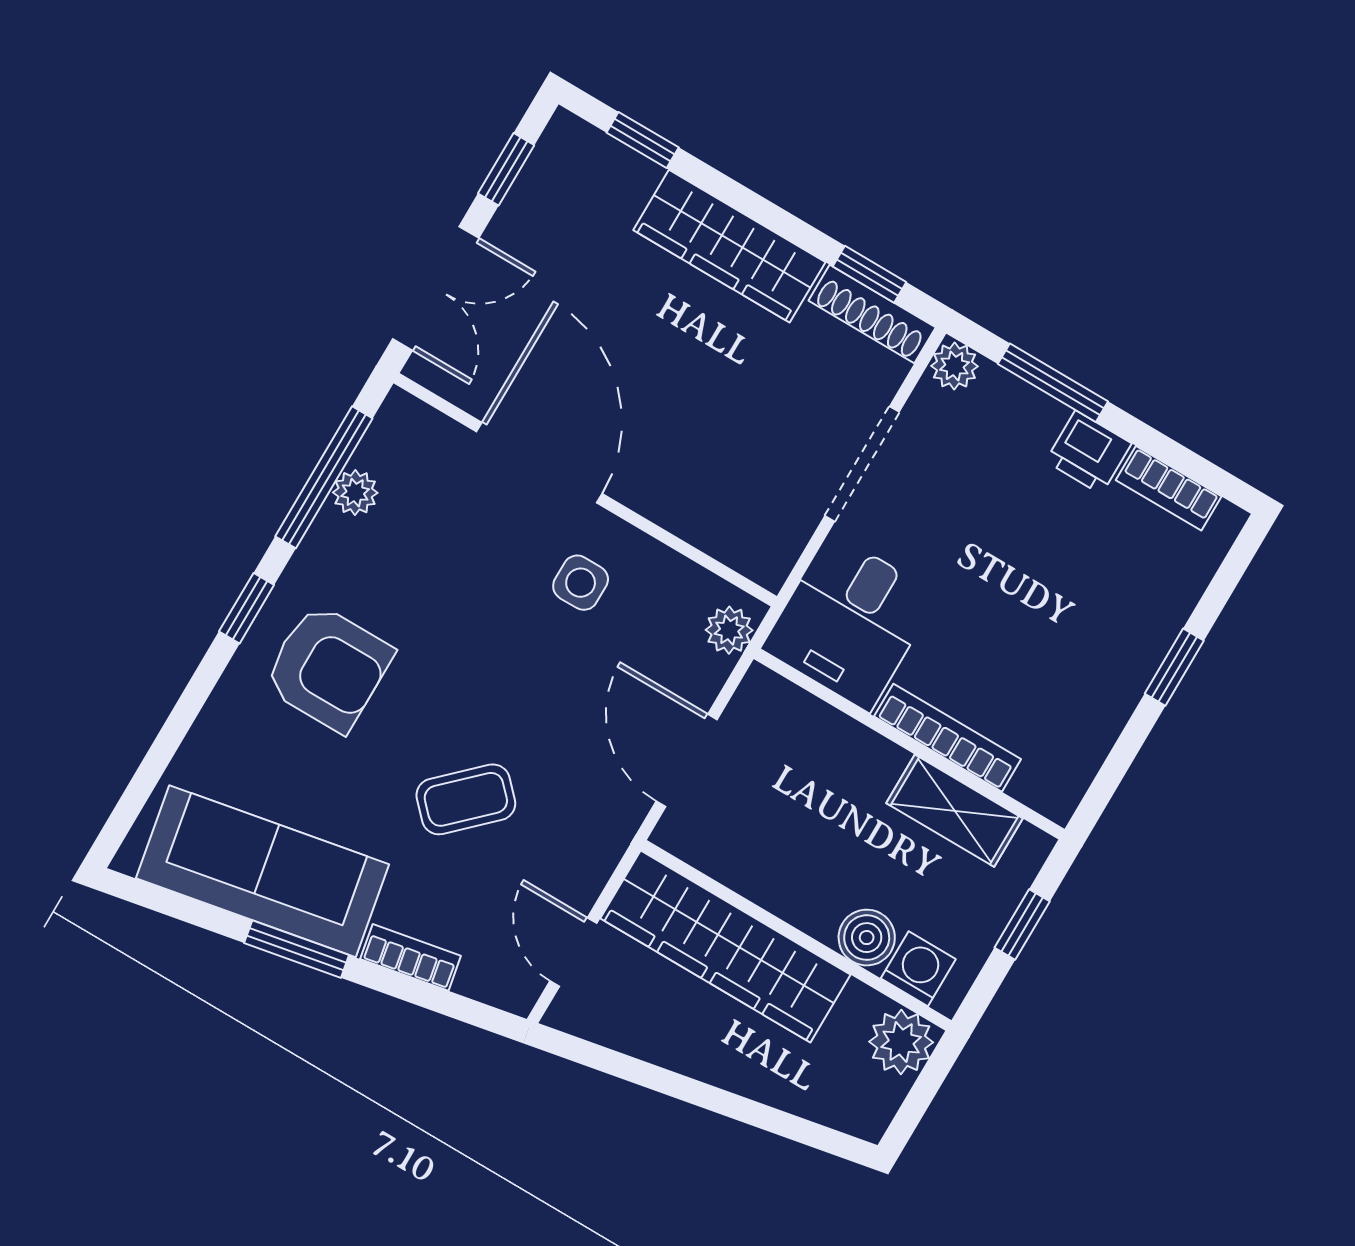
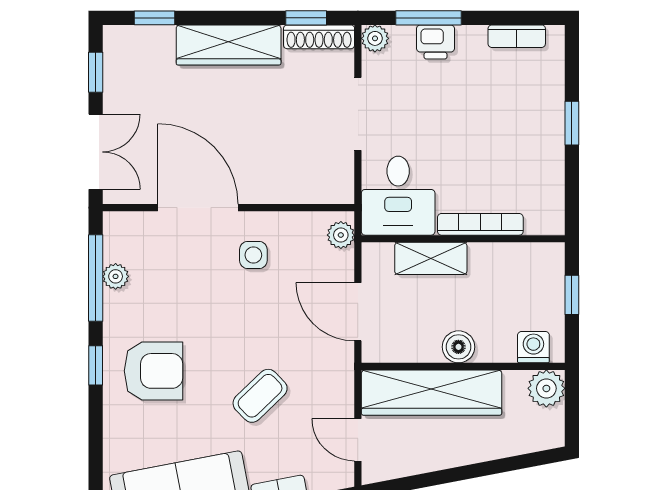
printer: (1088, 452) -> (436, 42), moved
shelving: (955, 811) -> (431, 258), moved
boiler: (867, 938) -> (458, 347), moved

